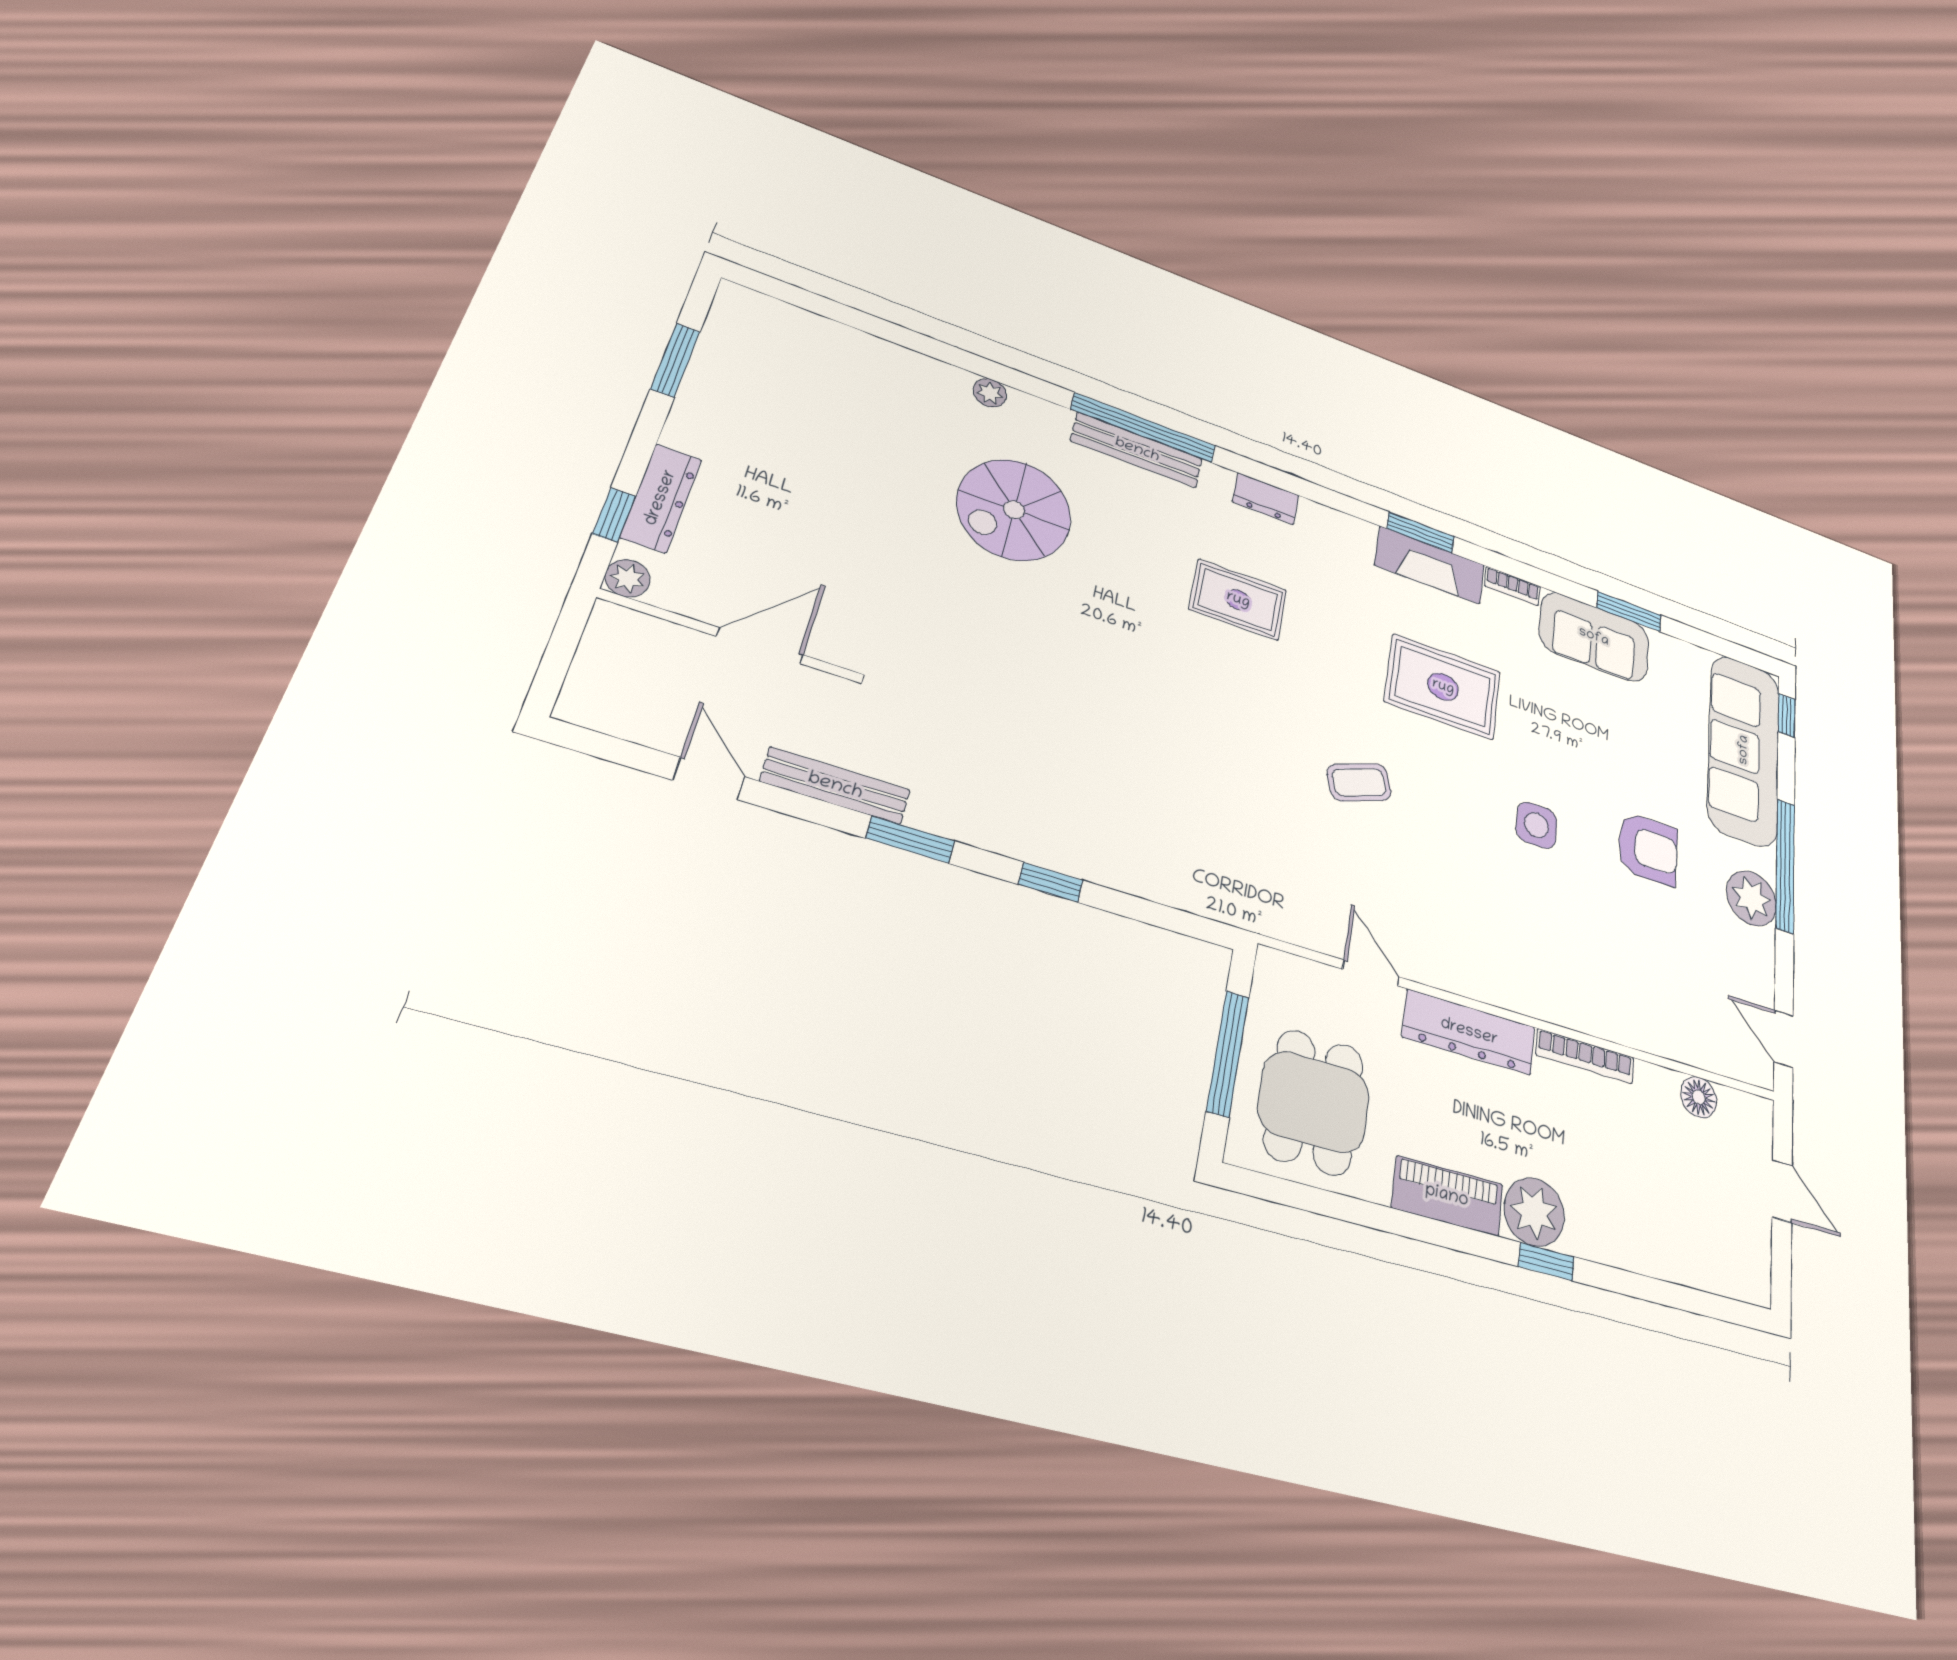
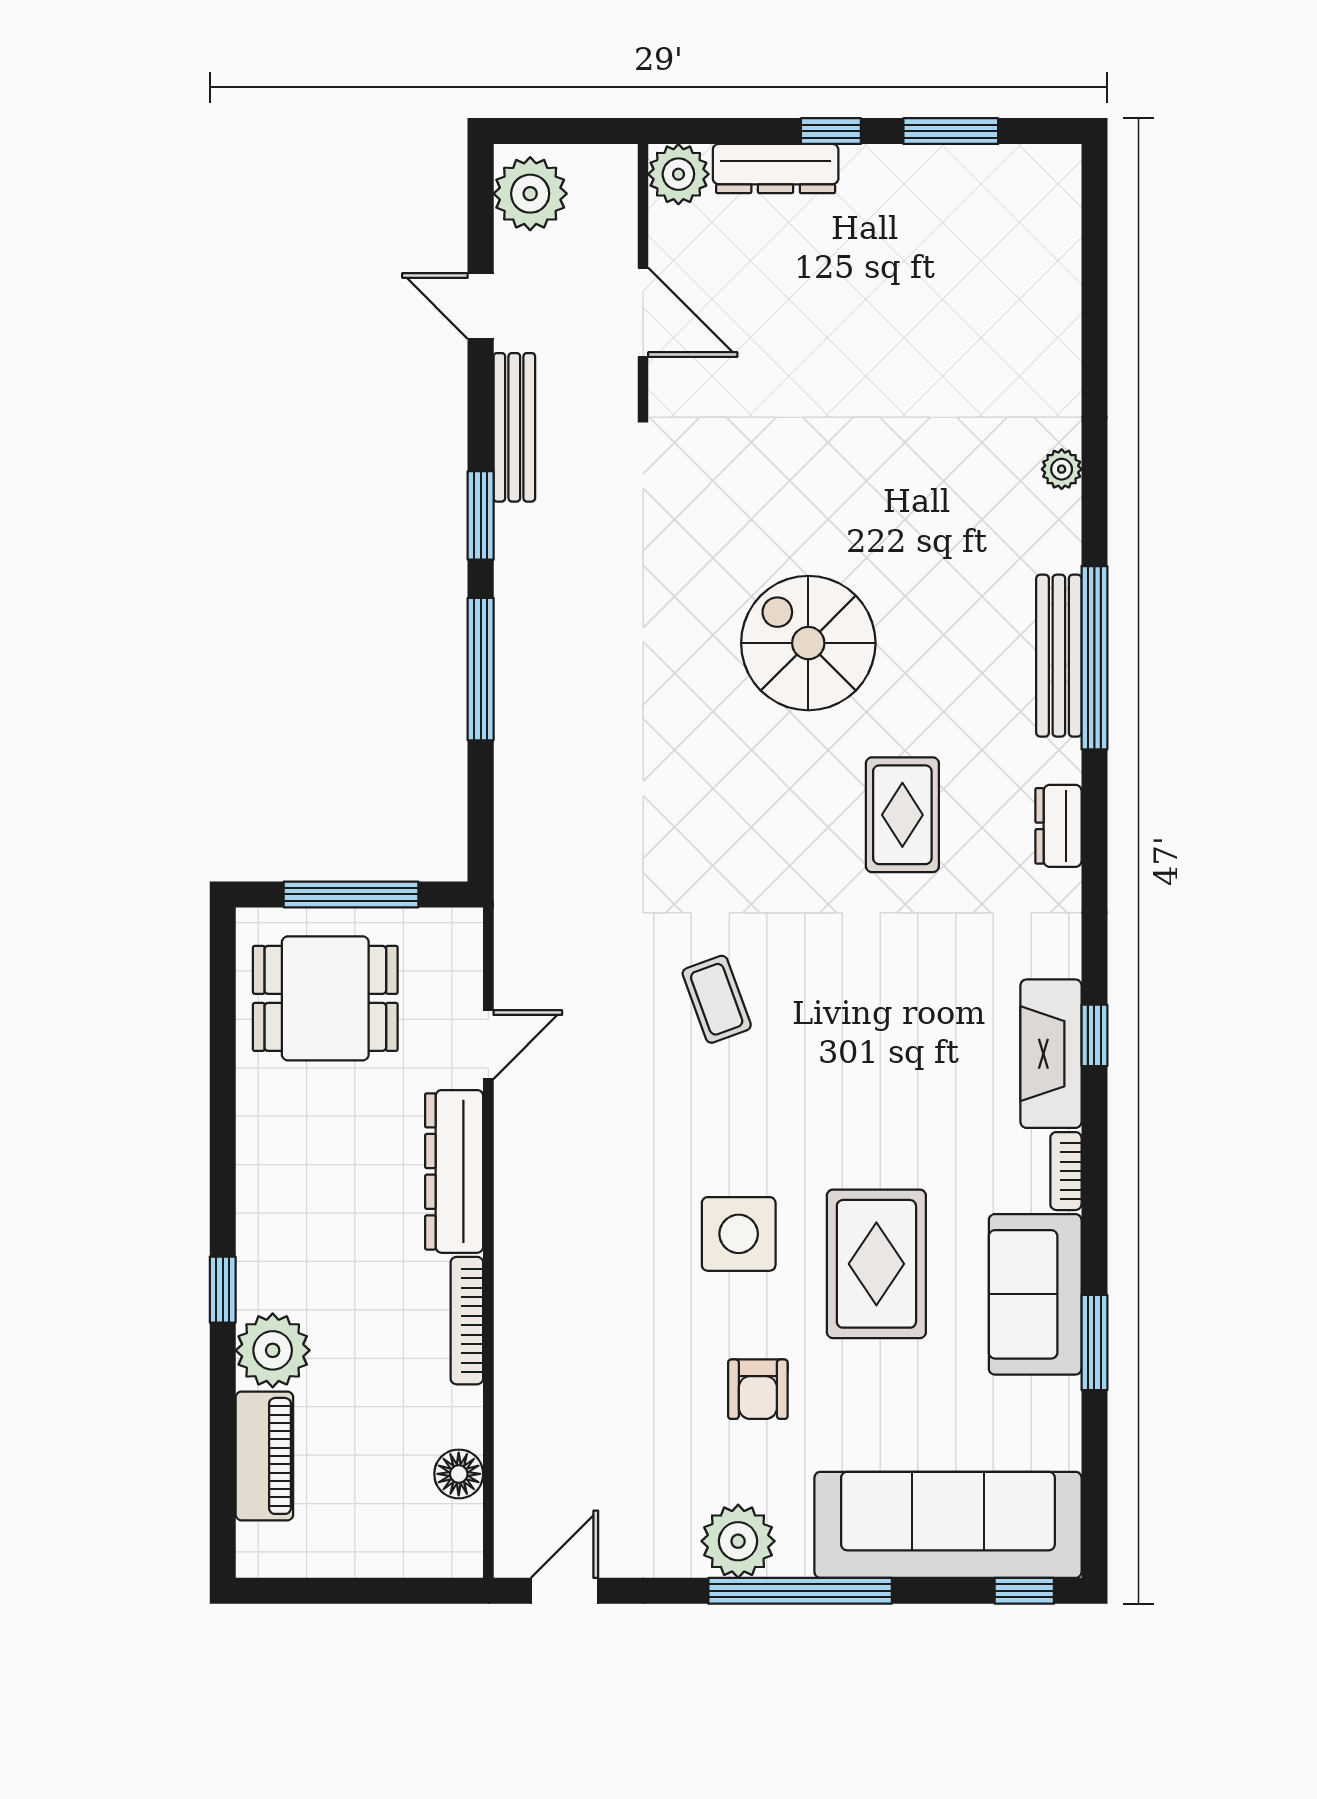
spiral stairs: (1014, 510) -> (808, 643), moved
window: (614, 515) -> (831, 131), moved
window: (1420, 533) -> (1094, 1035), width x0.67
plant: (628, 578) -> (678, 174), width x1.38, depth x1.38
rug: (1443, 687) -> (876, 1264), moved
plant: (612, 702) -> (530, 194), added
door: (709, 778) -> (481, 306), swing flipped
side table: (1536, 825) -> (739, 1234), width x1.37, depth x1.37
armchair: (1648, 849) -> (758, 1389), width x0.72, depth x0.72
window: (1051, 882) -> (481, 669), width x2.17
door: (1782, 1191) -> (375, 1591), removed
piano: (1447, 1196) -> (264, 1456), moved
plant: (1534, 1212) -> (273, 1350), moved

